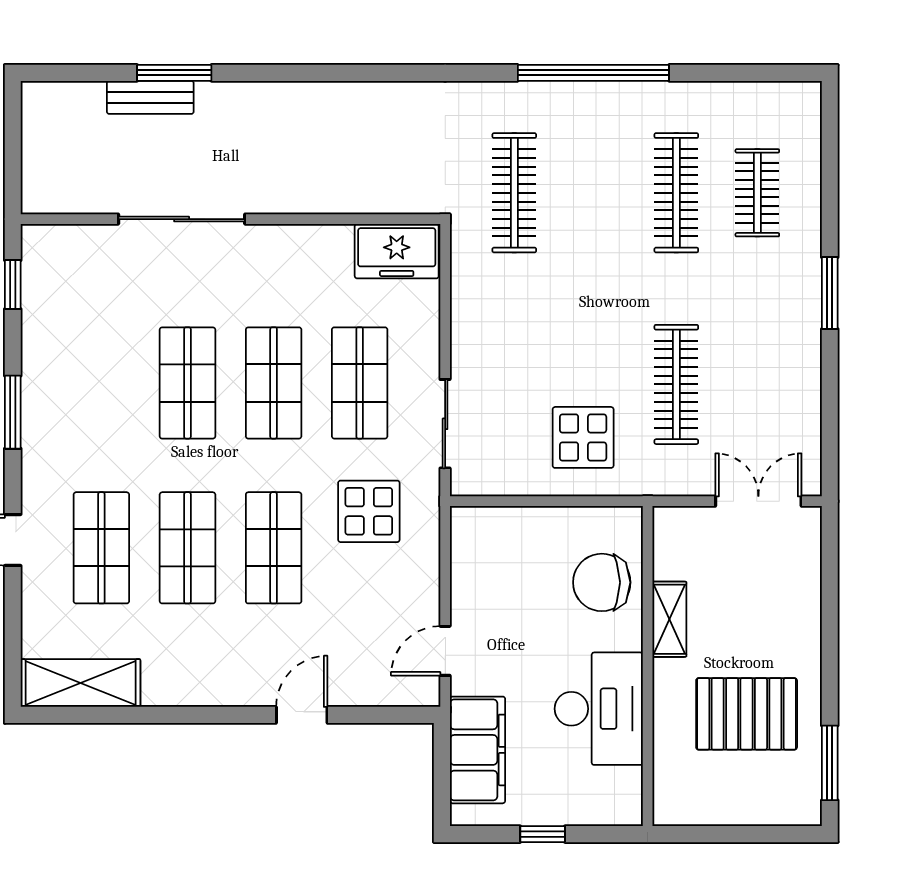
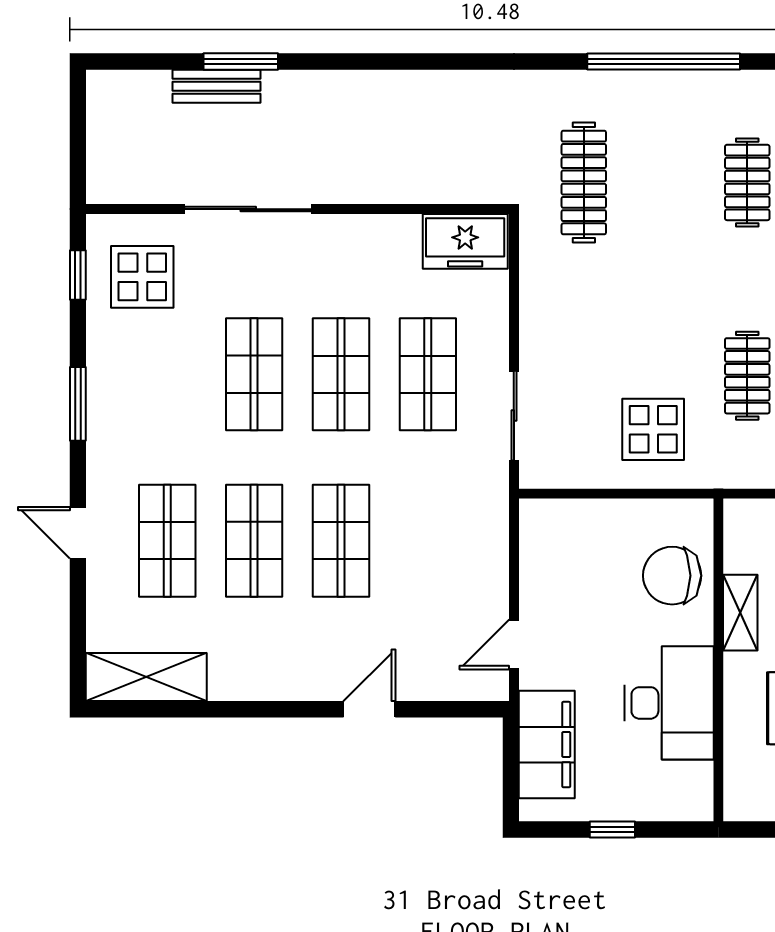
clothes rail: (676, 193) -> (747, 182), width x0.73
clothes rail: (676, 384) -> (747, 376), width x0.73
display table: (369, 511) -> (142, 277), moved

